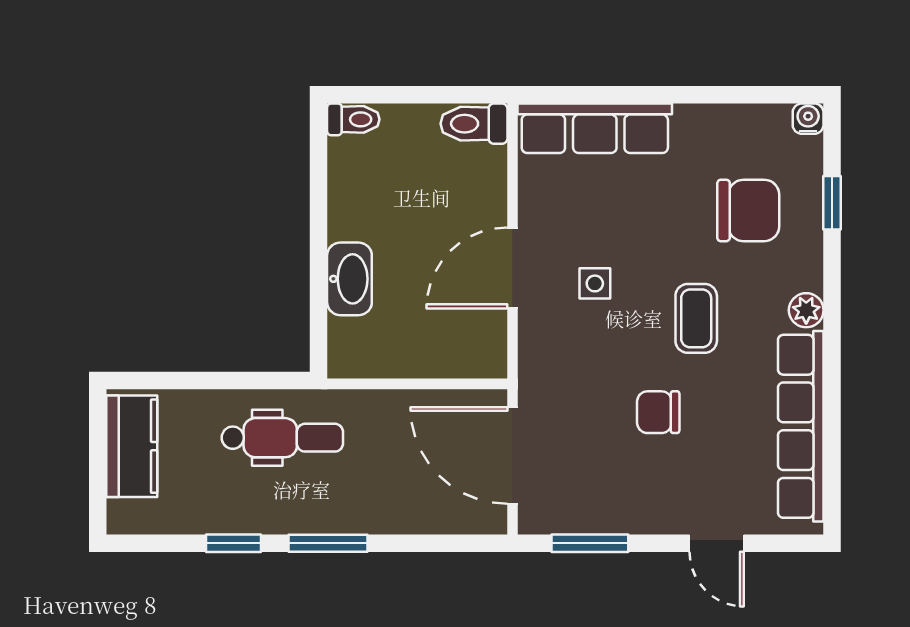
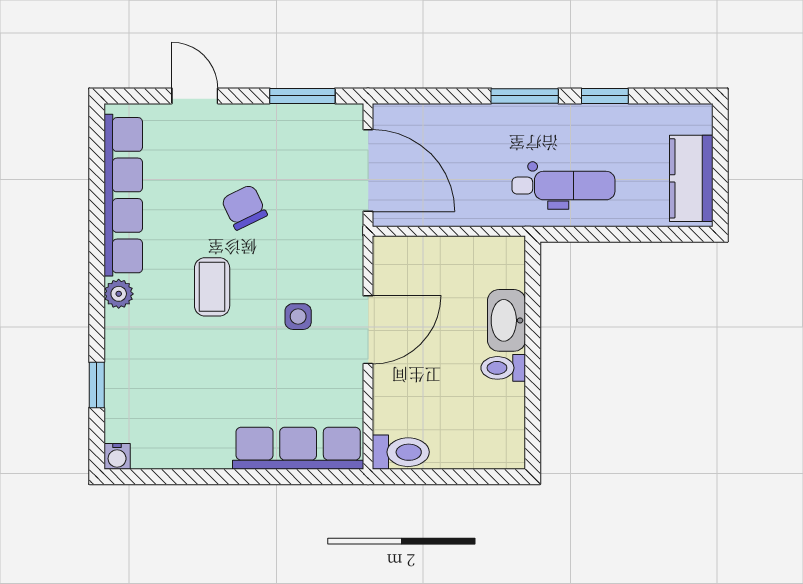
toilet: (353, 119) -> (503, 368), moved
chair: (748, 210) -> (168, 378), removed
chair: (658, 412) -> (244, 207), turned -116
dental chair: (282, 438) -> (563, 186), turned 180

